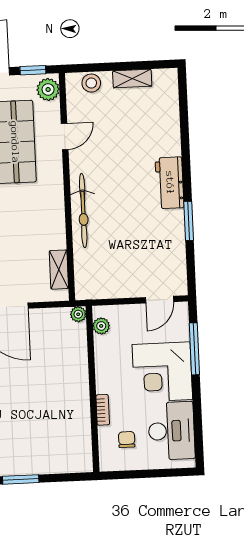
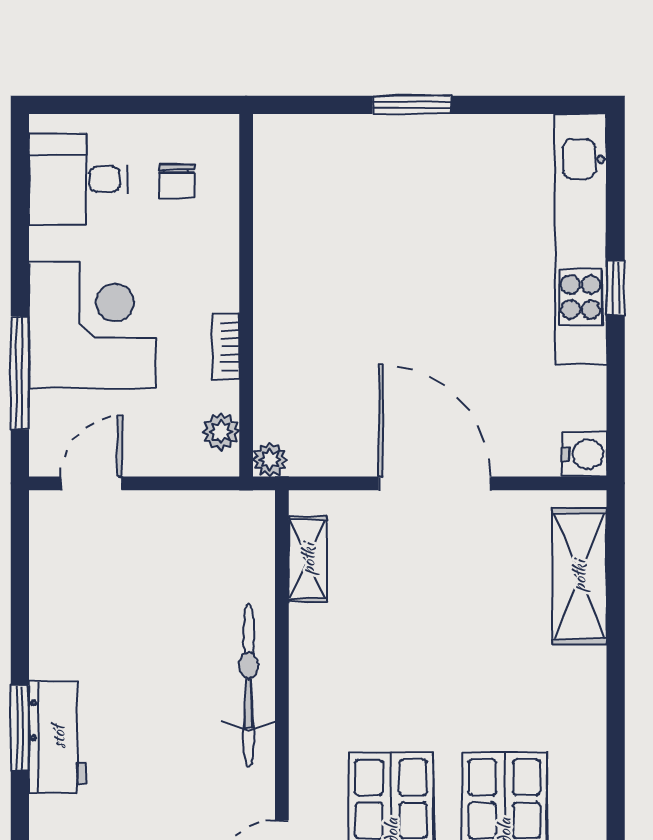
window: (189, 221) -> (20, 728), moved
bookcase: (103, 410) -> (226, 346), moved
desk: (171, 431) -> (78, 179), width x0.73

